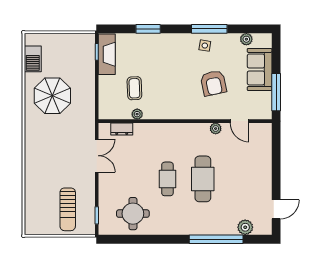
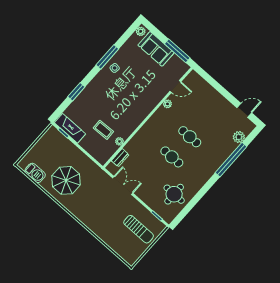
plant: (246, 39) -> (141, 31), moved
armchair: (213, 83) -> (140, 82), removed
cafe table: (203, 179) -> (190, 137), width x0.73, depth x0.74
door: (276, 209) -> (244, 110), hinge flipped

